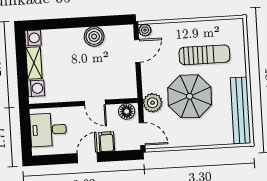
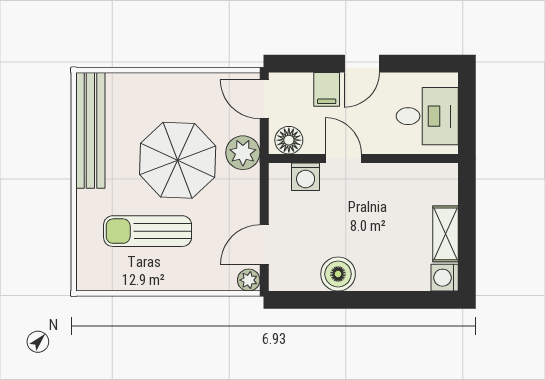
washing machine: (36, 88) -> (306, 177), moved, turned -90

